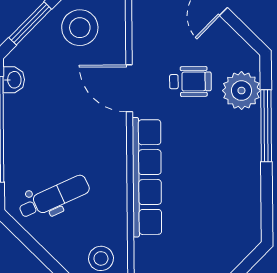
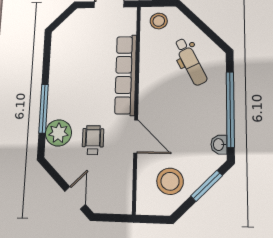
wheelchair: (190, 81) -> (93, 140), turned 90
dental chair: (54, 197) -> (190, 62), turned -93

